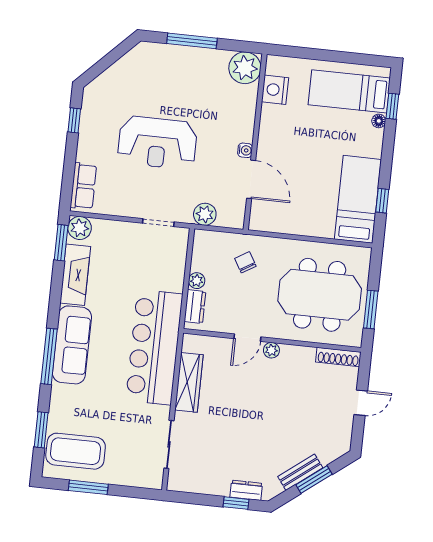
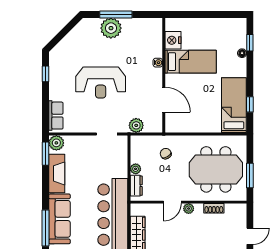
plant: (245, 68) -> (111, 28), moved
bed: (349, 91) -> (191, 62), moved, turned 180
water cooler: (245, 150) -> (158, 63), moved
shoe rack: (338, 357) -> (214, 208), moved, width x0.70

